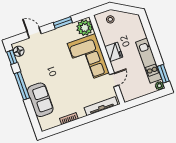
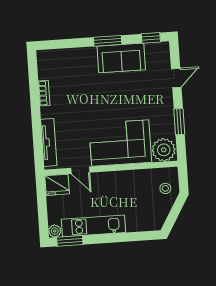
floor lamp: (19, 51) -> (156, 50), removed
fridge: (114, 52) -> (57, 185), moved
window: (22, 86) -> (108, 41), width x0.69
sofa: (40, 100) -> (121, 58), moved

